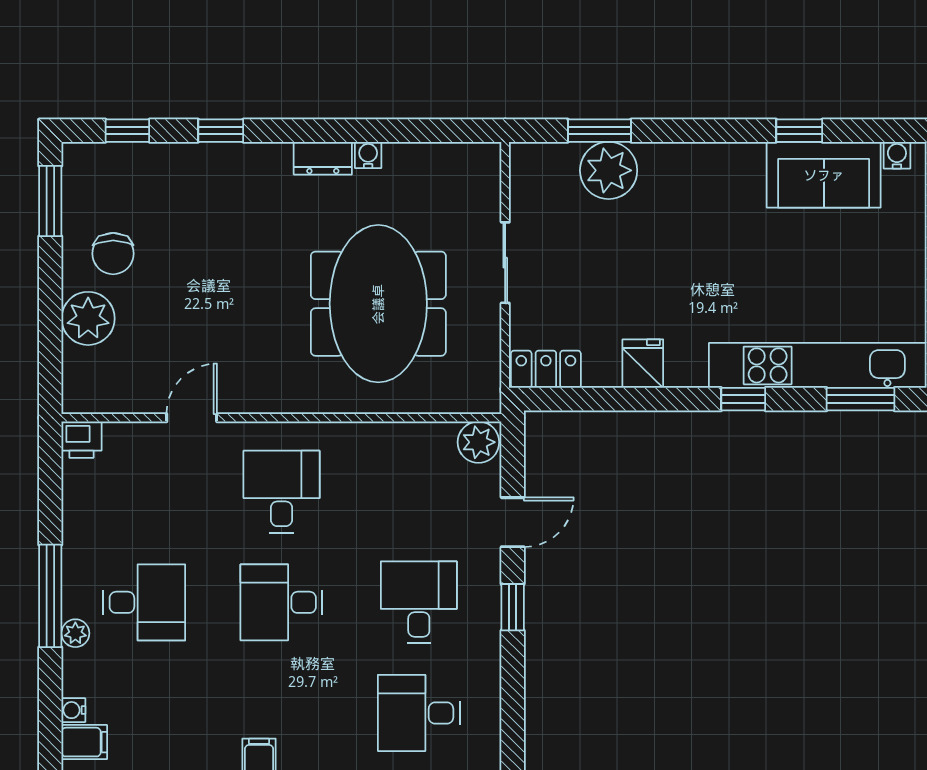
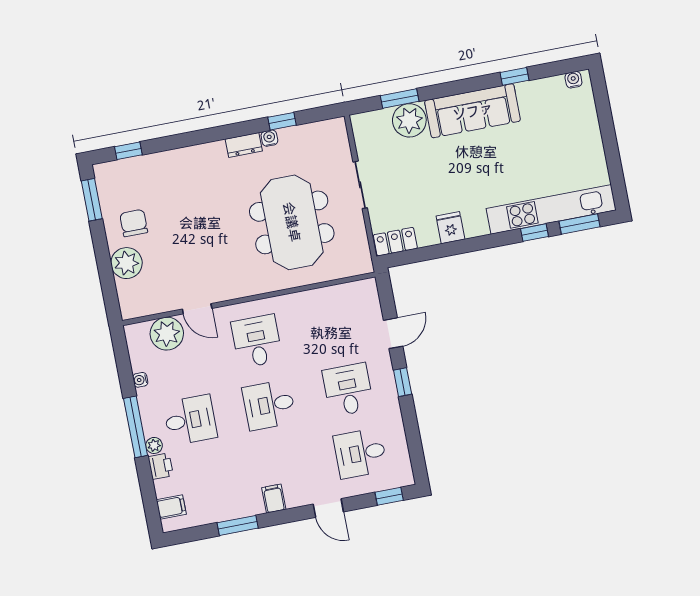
window: (221, 131) -> (282, 121), moved
sofa: (824, 175) -> (473, 111), moved, width x1.36
chair: (113, 254) -> (134, 223), turned 180
window: (743, 399) -> (535, 233), moved
door: (192, 418) -> (197, 309), swing flipped
printer: (81, 440) -> (161, 466), moved, turned -90
plant: (478, 442) -> (167, 334), moved, width x1.36, depth x1.36
water cooler: (73, 710) -> (140, 380), moved

